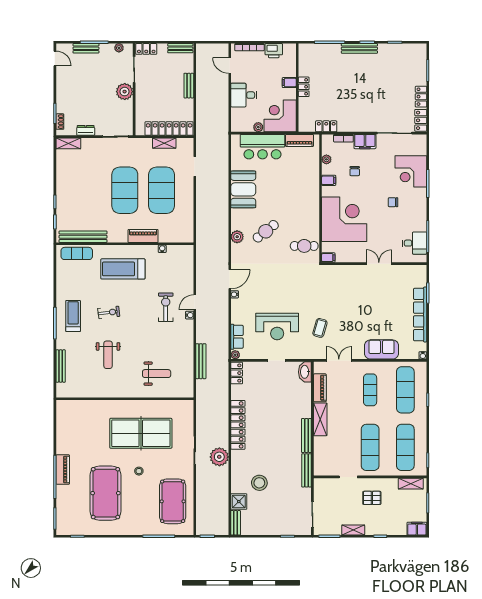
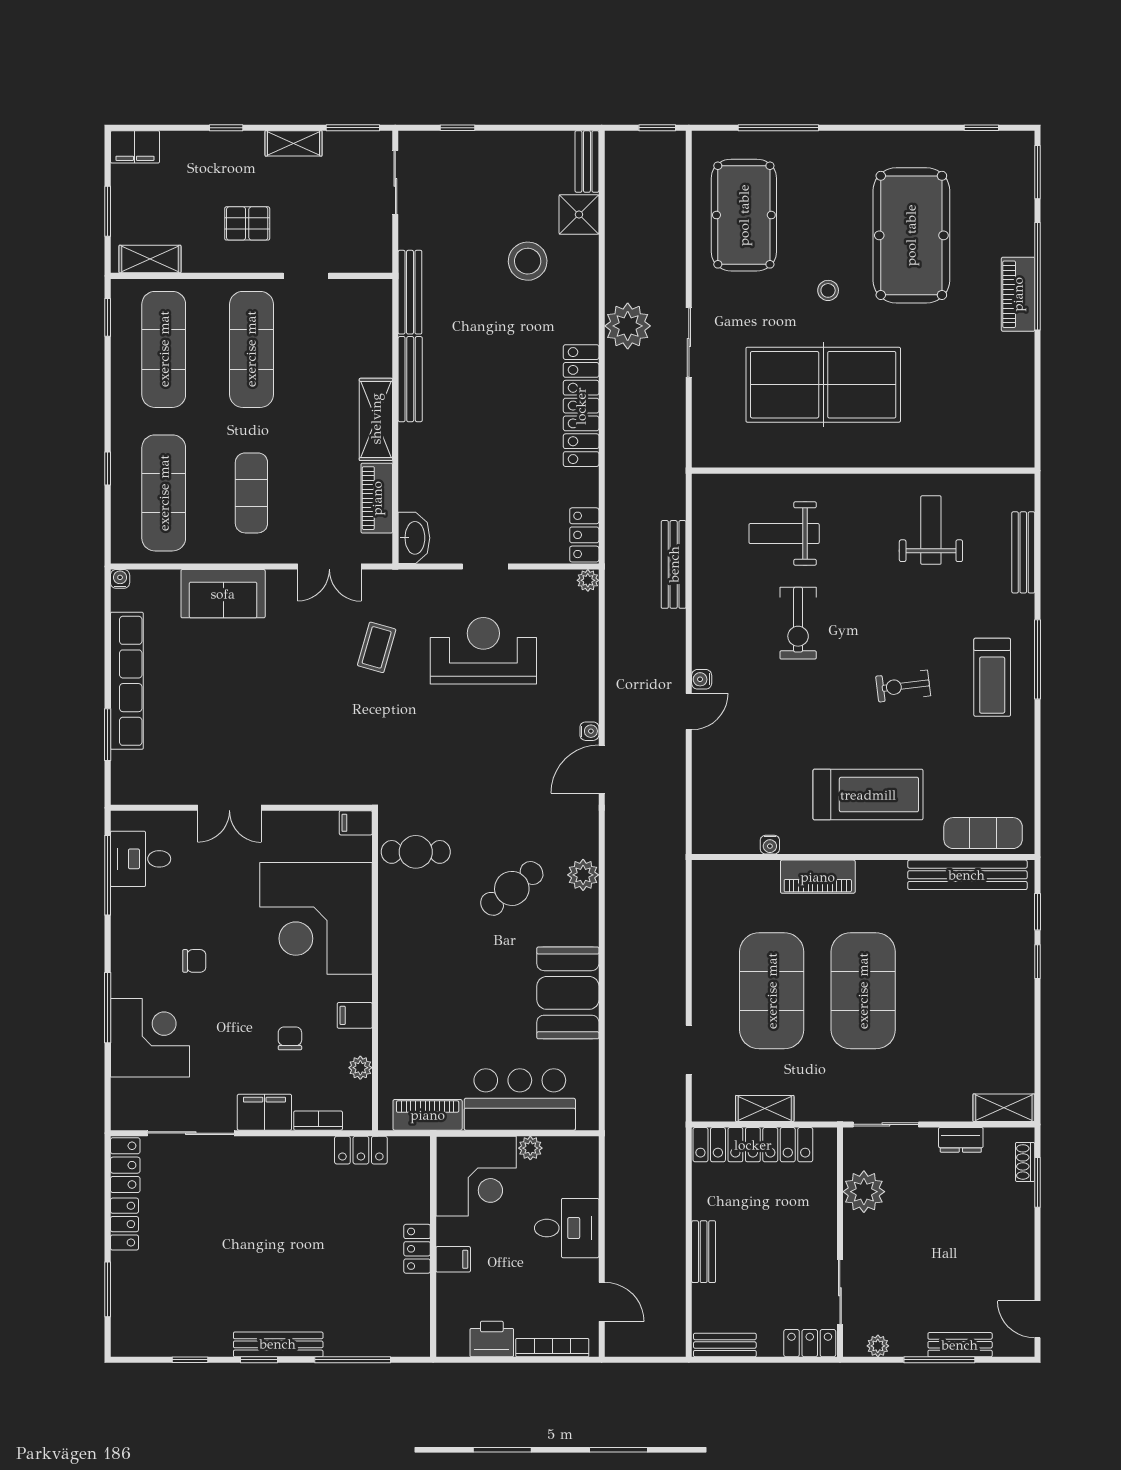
plant: (125, 92) -> (864, 1192), moved
exercise bike: (166, 307) -> (798, 623), moved
row of seats: (237, 337) -> (584, 625), removed
weight bench: (108, 355) -> (931, 530), moved

